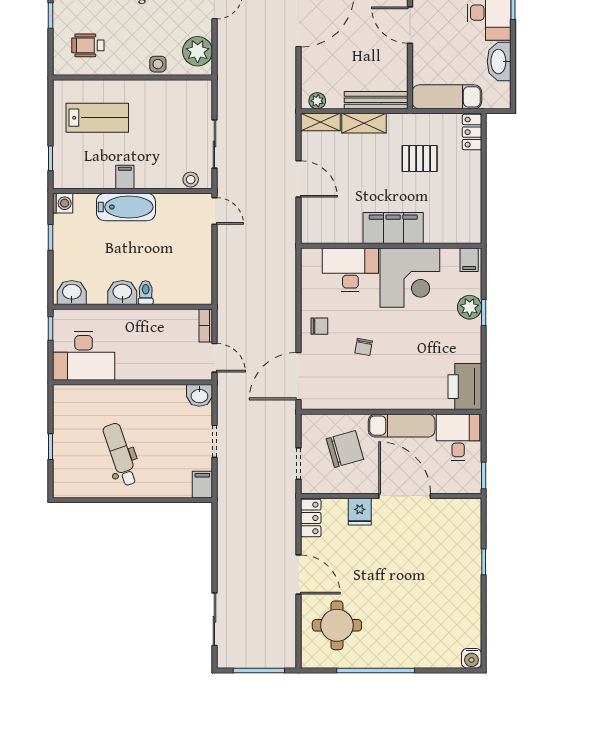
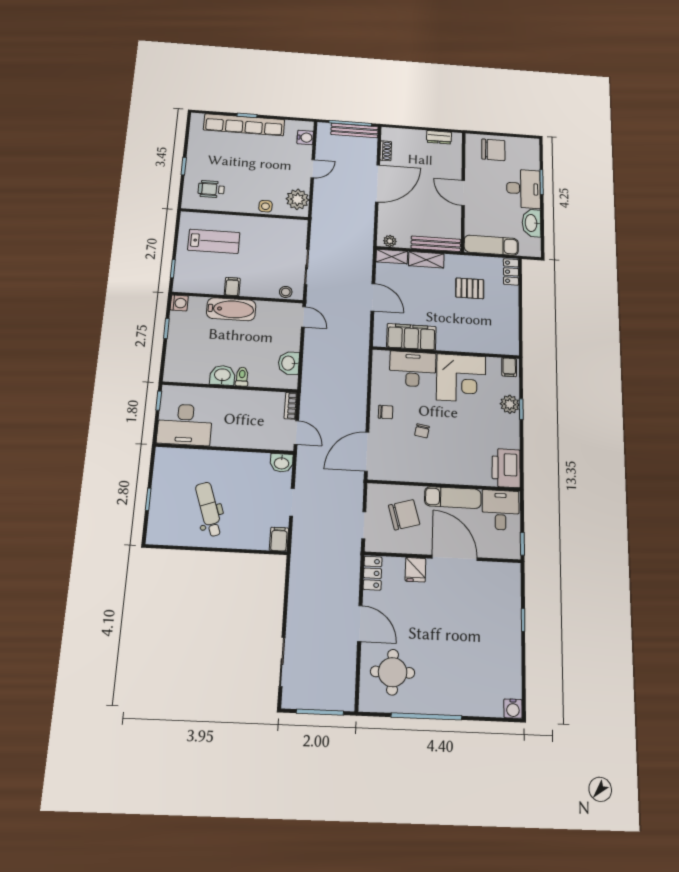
filing cabinet: (393, 228) -> (411, 337), moved
washbasin: (72, 292) -> (289, 363), moved, turned -90

